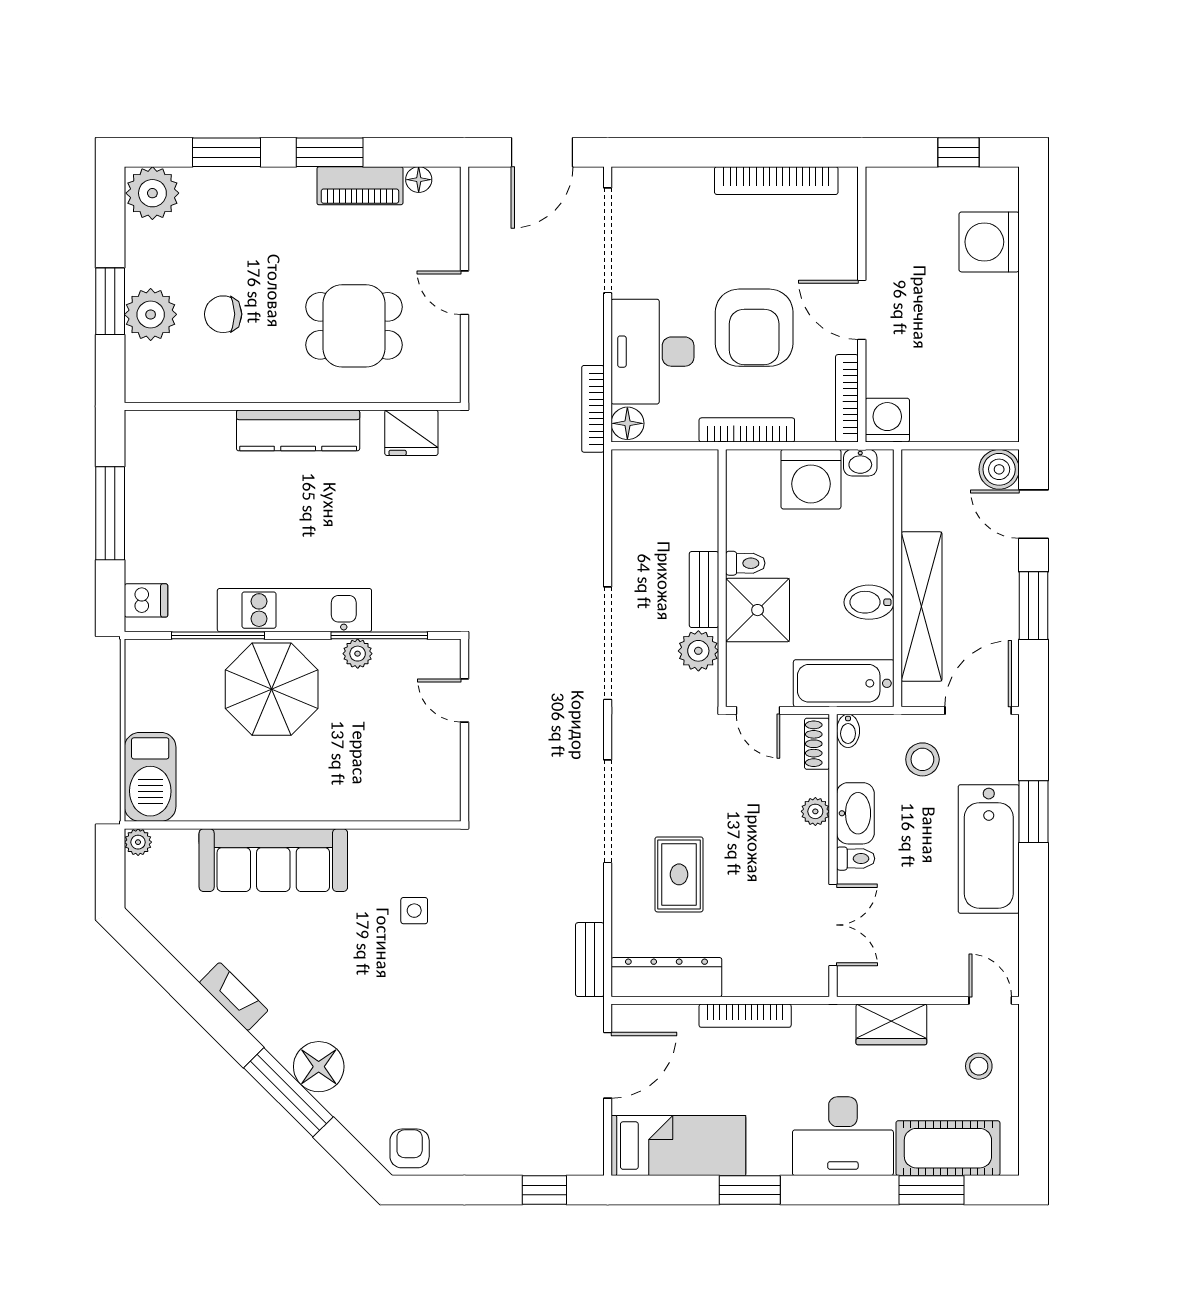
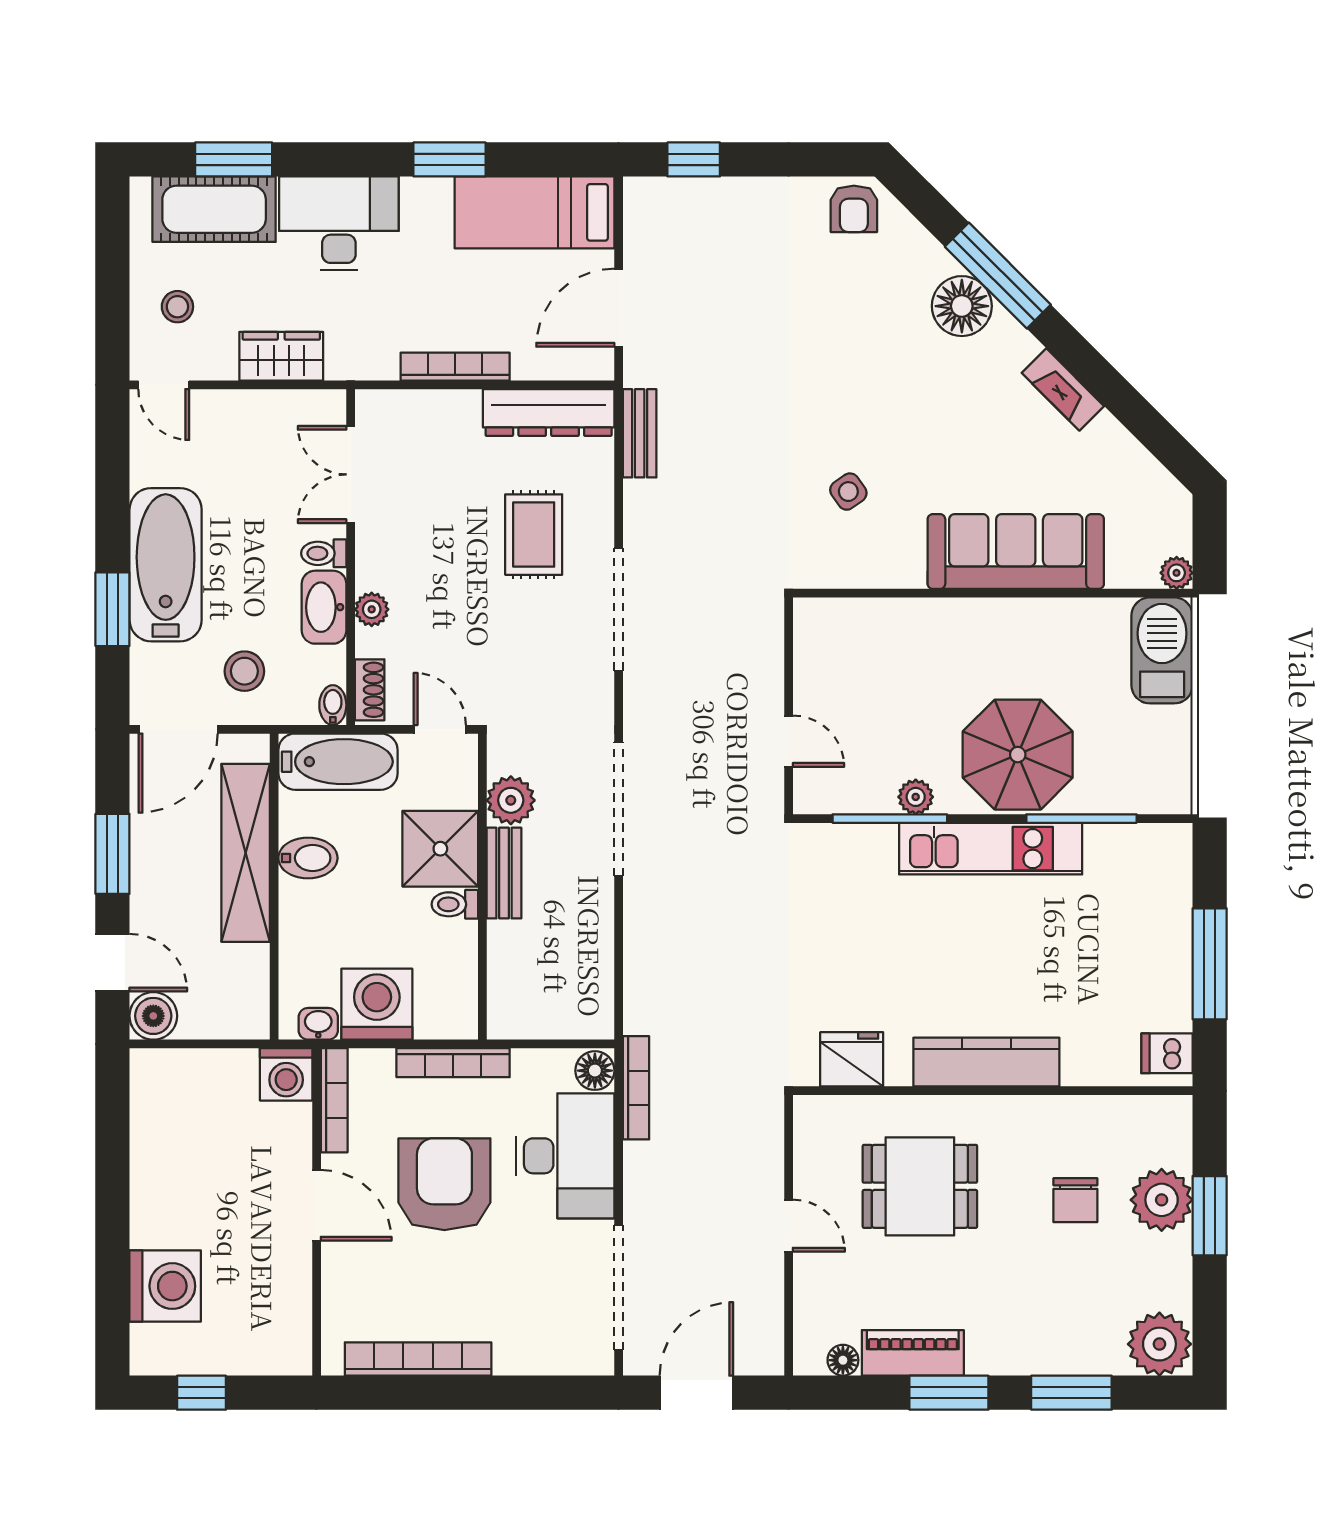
chair: (223, 314) -> (1075, 1200), turned 90
dishwasher: (146, 600) -> (1167, 1053), moved
side table: (414, 911) -> (848, 492), turned -35

